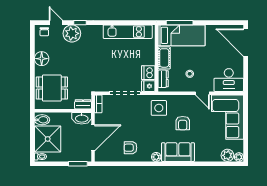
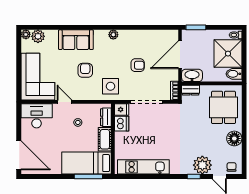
dining table: (52, 88) -> (224, 107), turned 90
armchair: (130, 148) -> (138, 65), moved
sofa: (178, 152) -> (76, 40), moved

